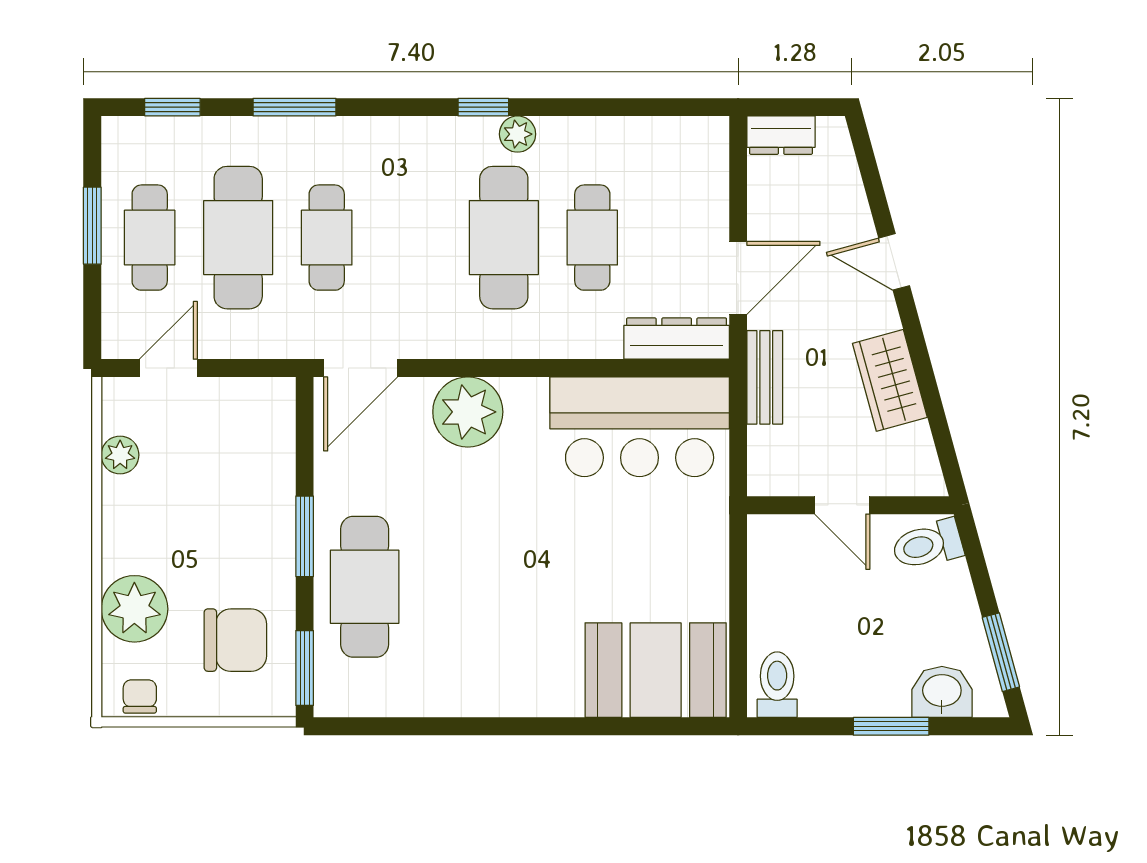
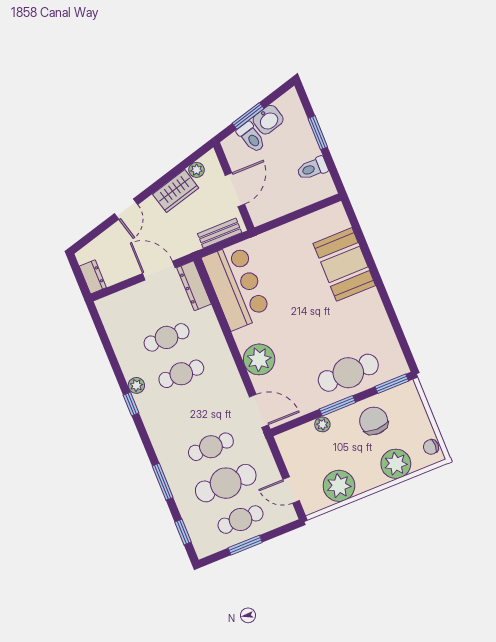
cafe table: (504, 238) -> (181, 374), width x0.73, depth x0.74
bench: (765, 377) -> (220, 233), moved
plant: (916, 442) -> (196, 170), added
plant: (120, 455) -> (339, 486), width x1.87, depth x1.87
plant: (279, 489) -> (322, 424), added
door: (842, 505) -> (235, 190), width x1.38
toilet: (927, 545) -> (251, 137), moved
chair: (235, 640) -> (374, 421), moved
window: (1001, 652) -> (248, 116), moved
booth: (656, 670) -> (344, 264), moved
toilet: (777, 685) -> (312, 168), moved
washbasin: (942, 692) -> (268, 120), moved, turned -105

